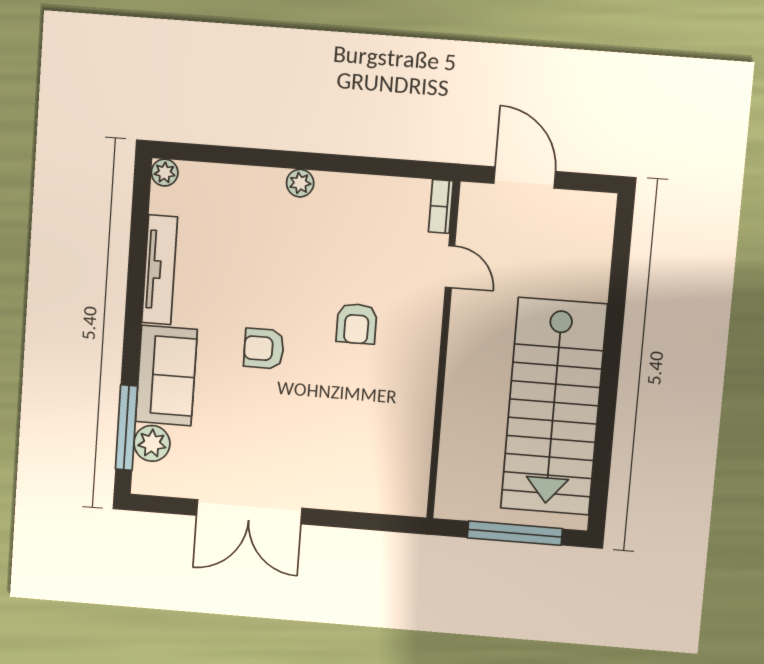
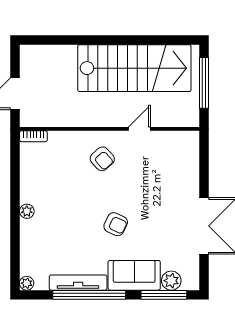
door: (450, 267) -> (139, 129), moved
window: (135, 288) -> (89, 295), added
armchair: (357, 324) -> (102, 159), moved, turned 48
armchair: (264, 349) -> (116, 224), turned -65

